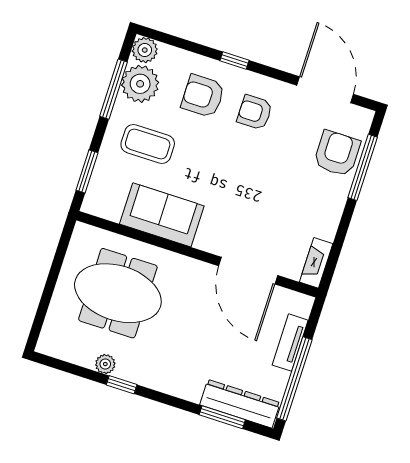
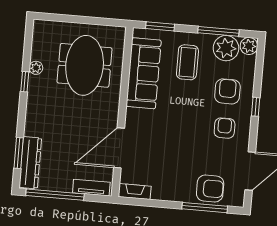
sofa: (162, 215) -> (144, 73), width x1.36
tv unit: (290, 343) -> (91, 188), moved

